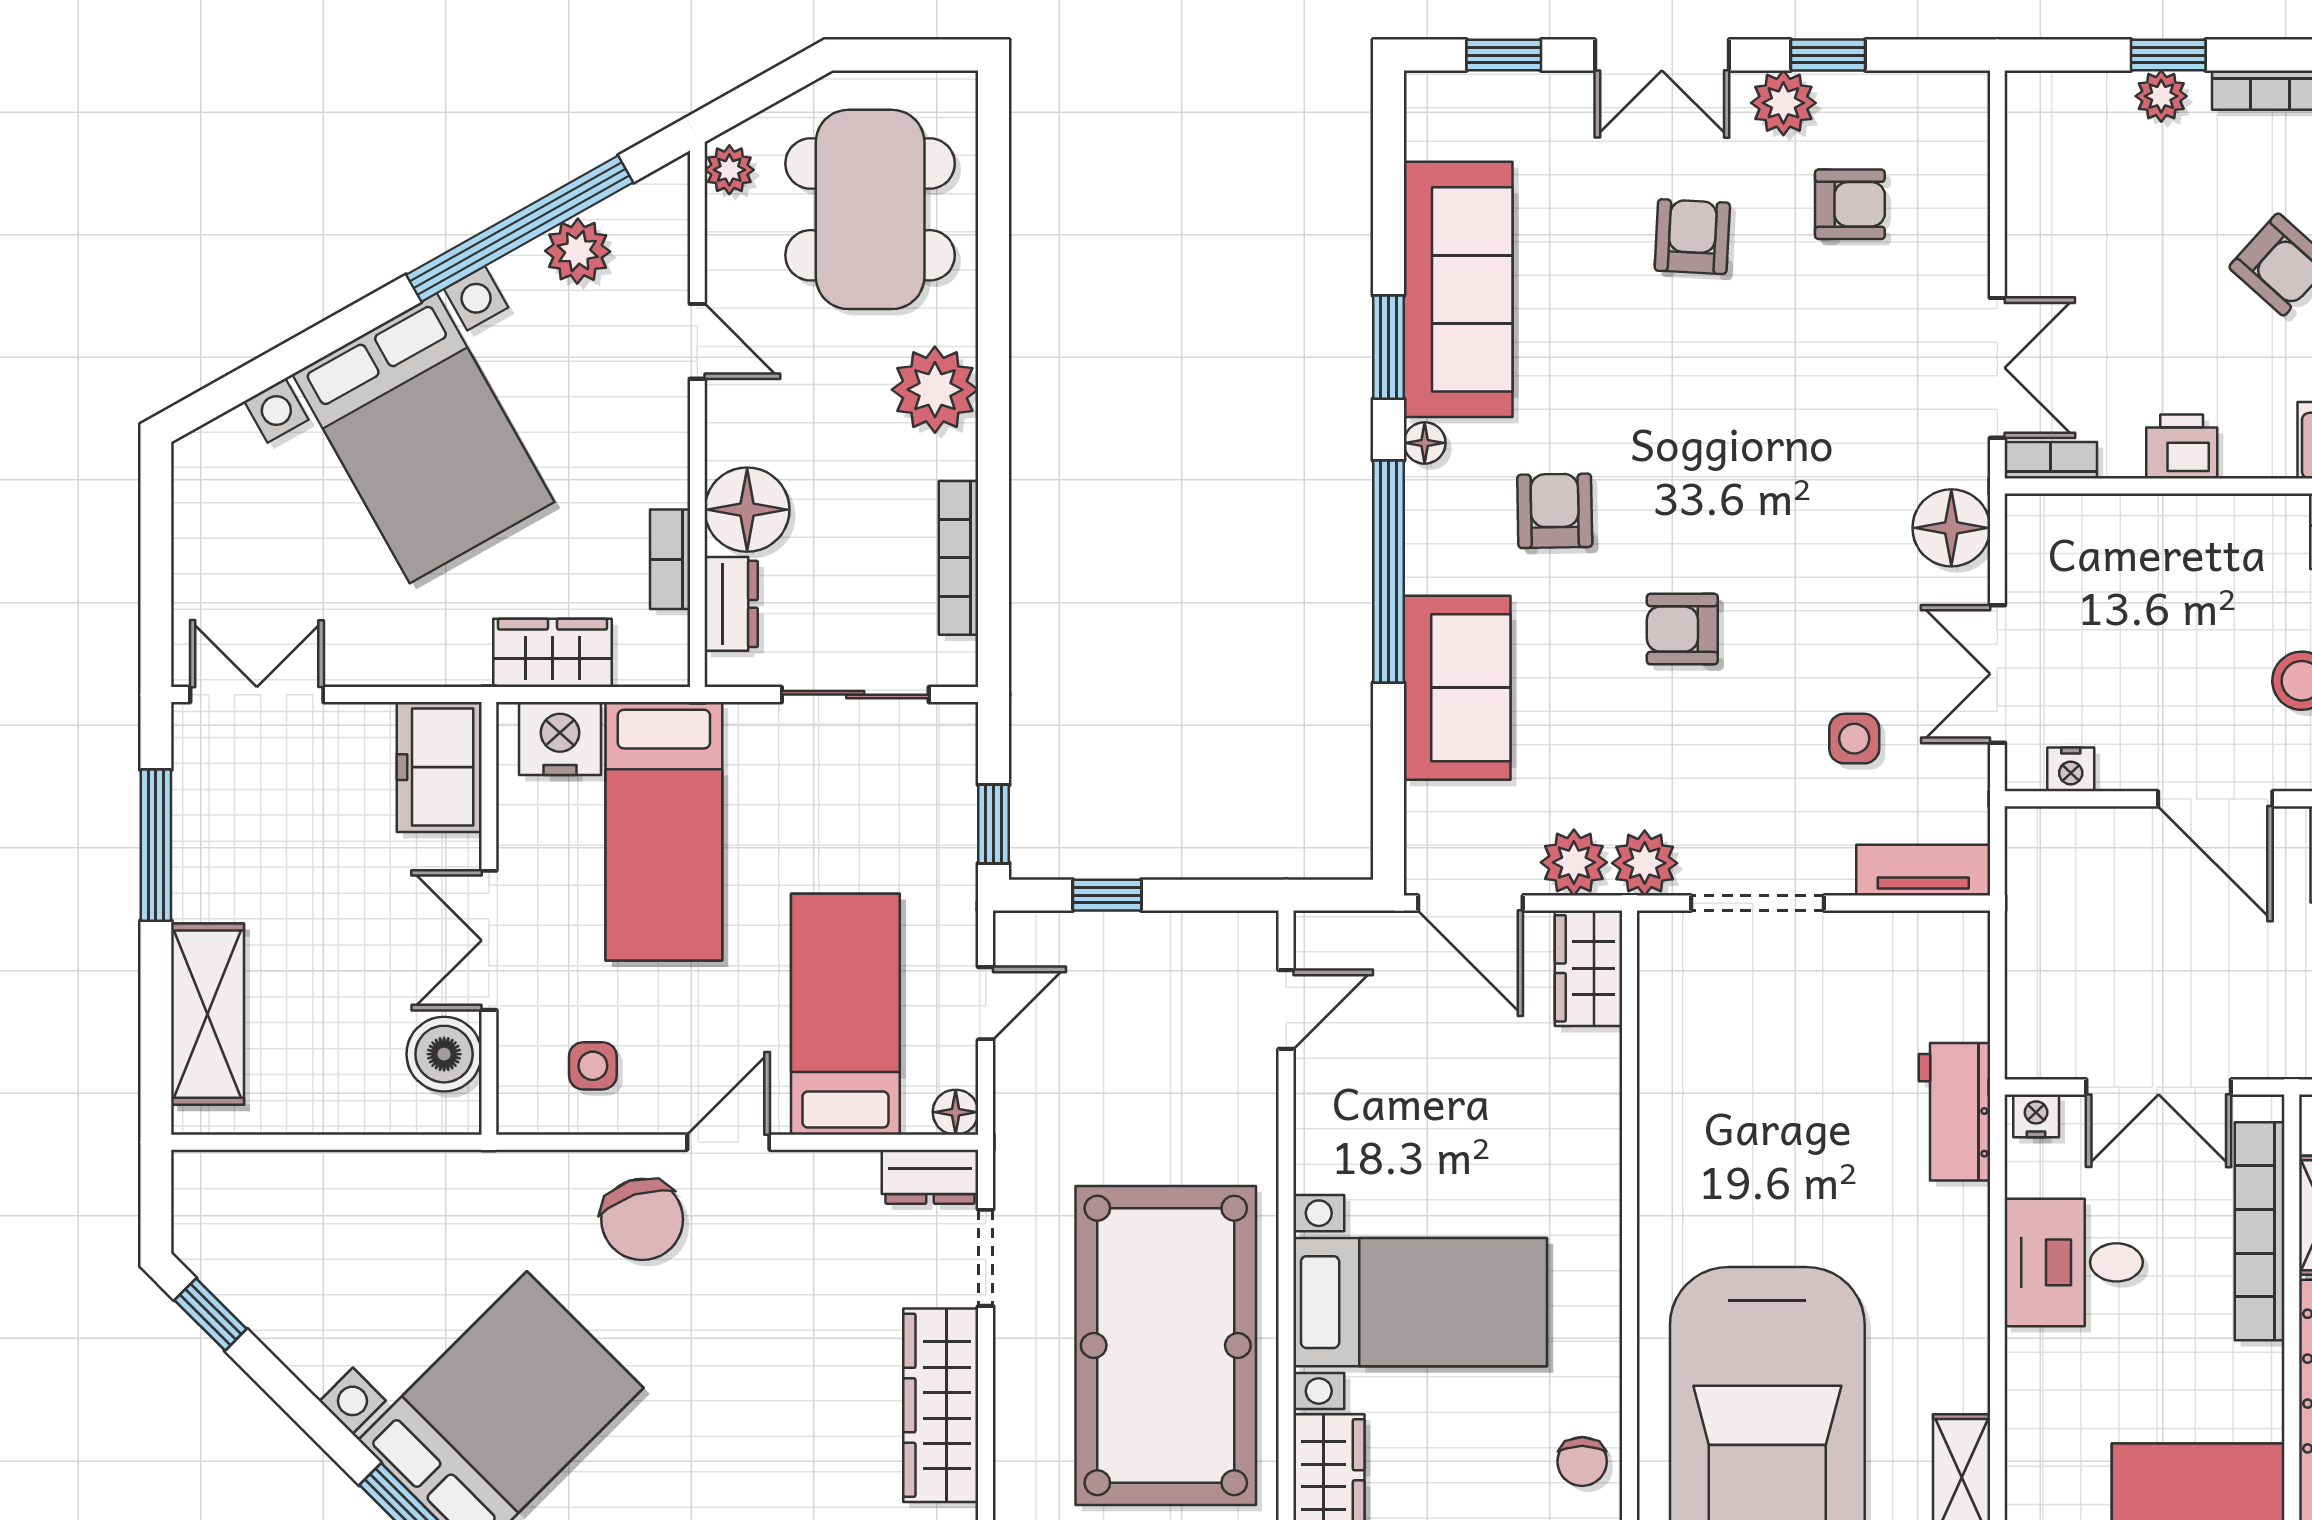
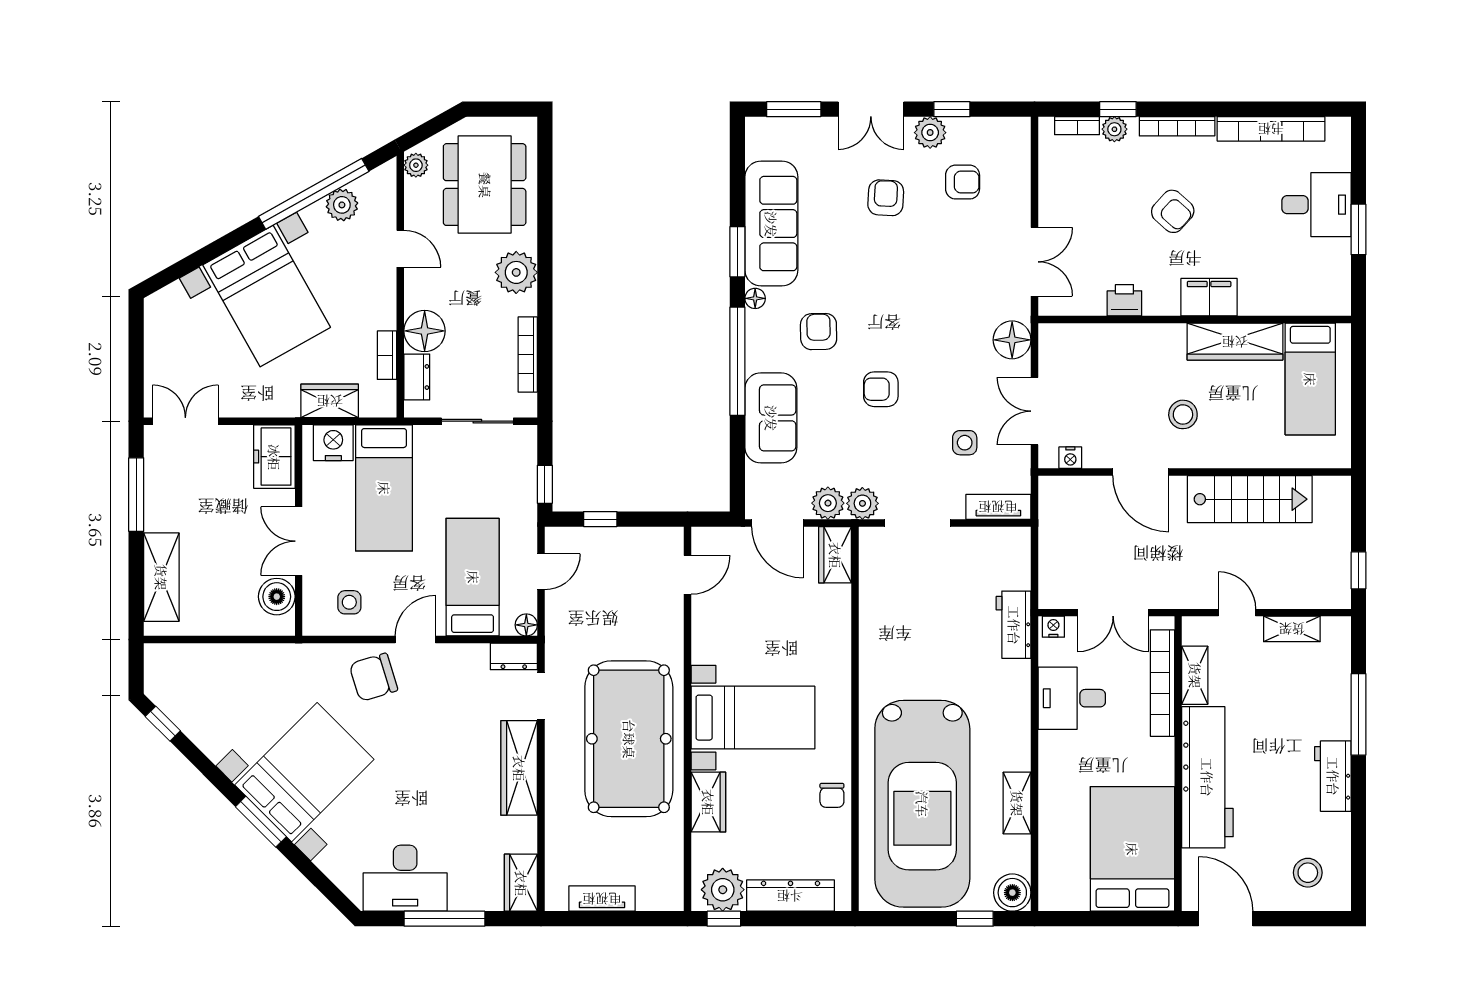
window: (1504, 55) -> (794, 109), width x1.50
bookcase: (2051, 460) -> (1077, 126), moved, turned 180
chair: (642, 1219) -> (373, 677), turned 91

